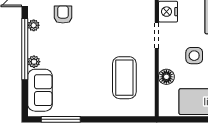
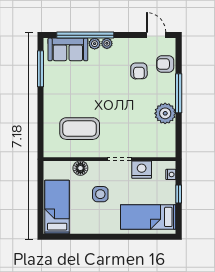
armchair: (63, 14) -> (139, 71), turned 89
plant: (34, 25) -> (107, 43), moved
window: (25, 49) -> (85, 35), moved

